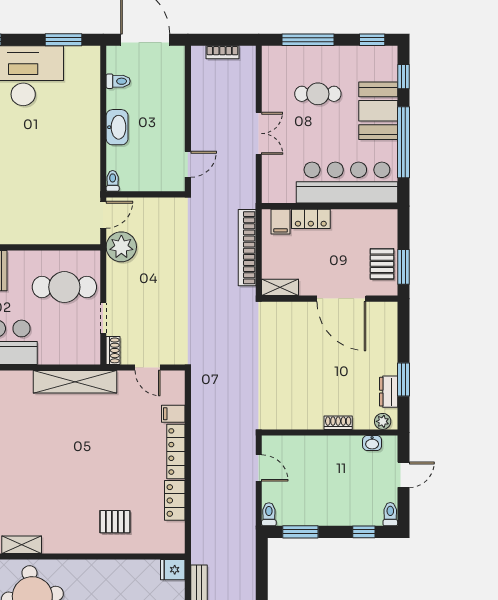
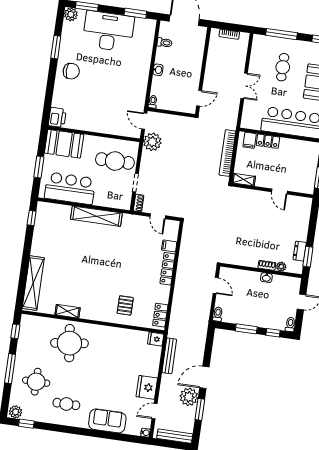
cafe table: (318, 94) -> (283, 67), turned 90
washbasin: (117, 127) -> (158, 70), width x0.52, depth x0.69
door: (103, 215) -> (144, 121), swing flipped
pallet: (382, 264) -> (307, 174), removed
door: (341, 299) -> (279, 191), width x0.53
window: (403, 380) -> (308, 257), moved
shelving: (75, 382) -> (96, 216), moved
plant: (383, 421) -> (281, 267), moved
washbasin: (372, 443) -> (266, 278), moved
locker: (175, 500) -> (160, 315), moved
pallet: (115, 522) -> (125, 305), turned 90
window: (300, 532) -> (246, 329), moved

